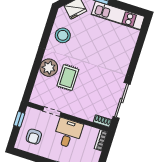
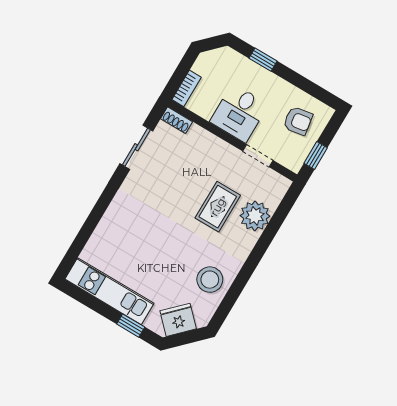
plant: (49, 68) -> (255, 216), moved
sliding door: (122, 100) -> (136, 147), width x0.73
armchair: (34, 137) -> (298, 121), turned 81

